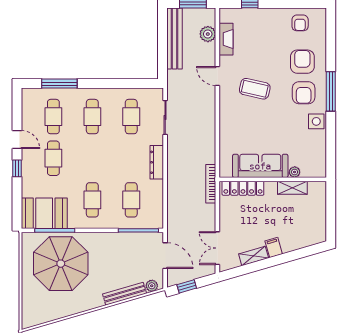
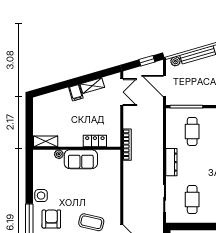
sofa: (260, 166) -> (81, 159), width x0.73
locker: (243, 188) -> (95, 141), width x0.66
shelving: (292, 188) -> (46, 141), moved

